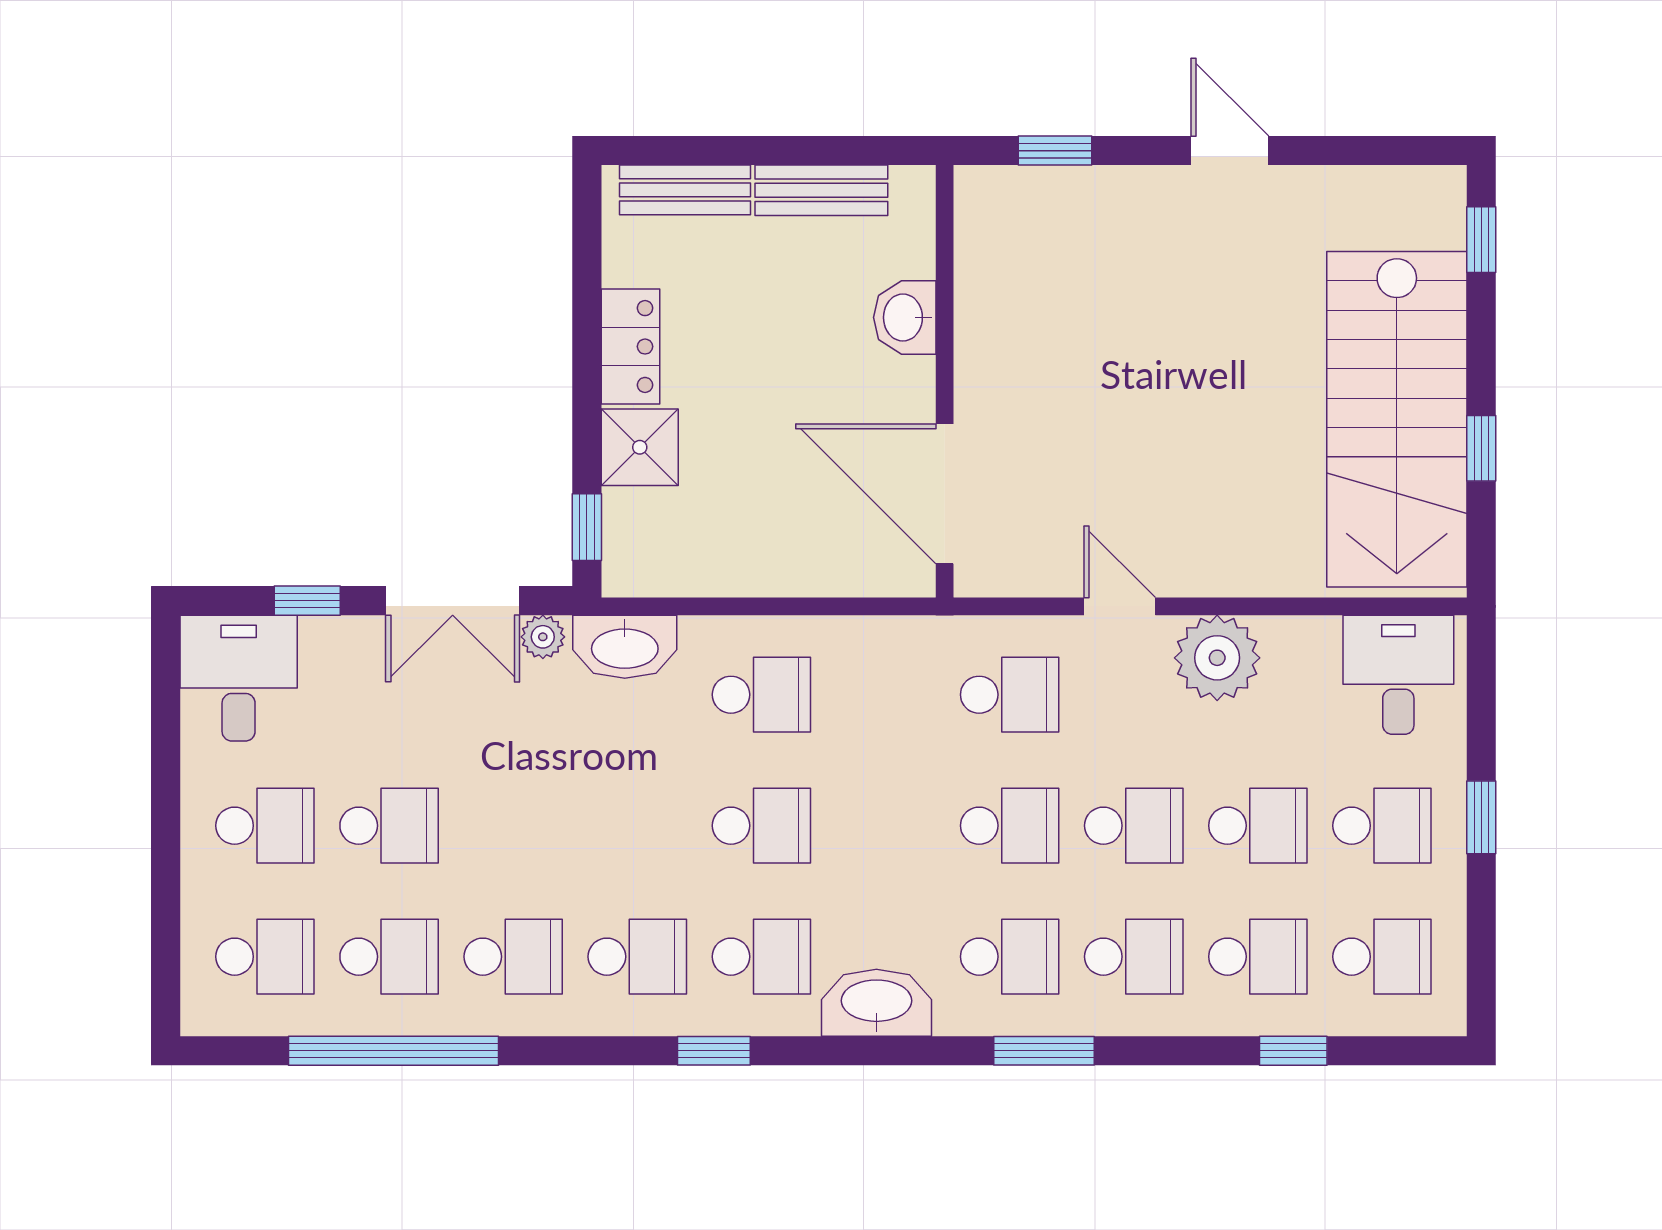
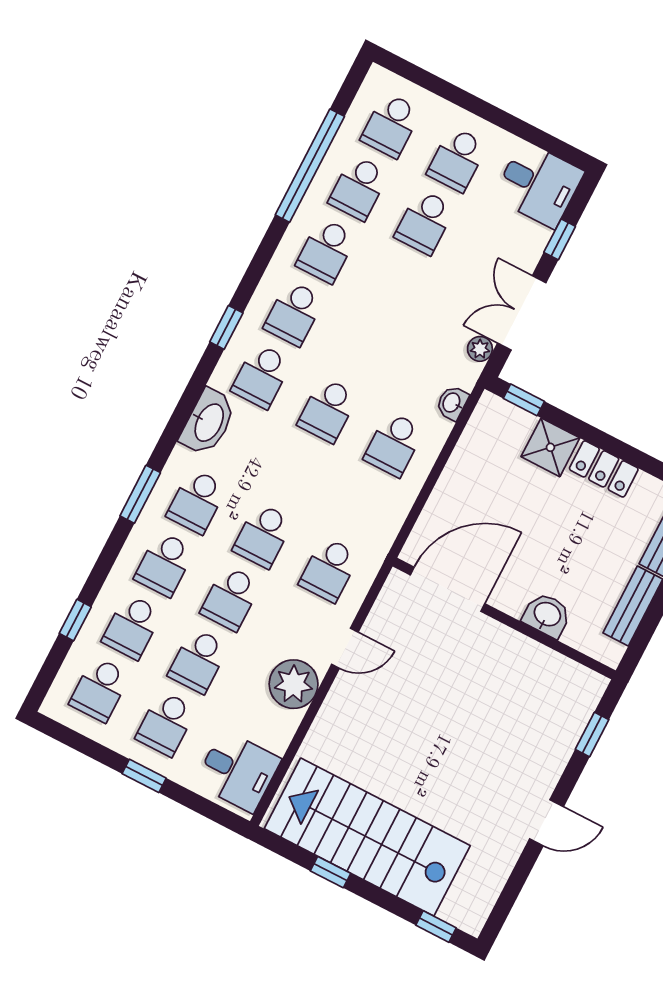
washbasin: (625, 647) -> (452, 403), width x0.52, depth x0.69

